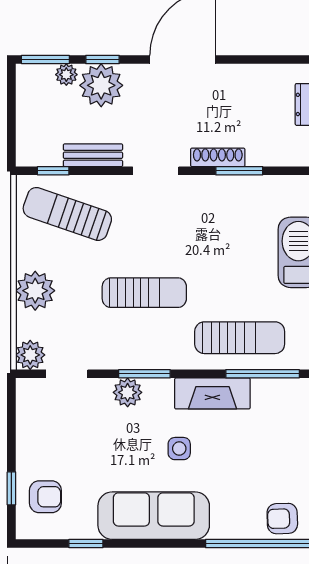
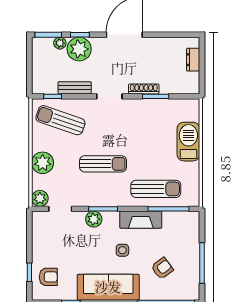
armchair: (282, 519) -> (162, 268), moved, turned 145

